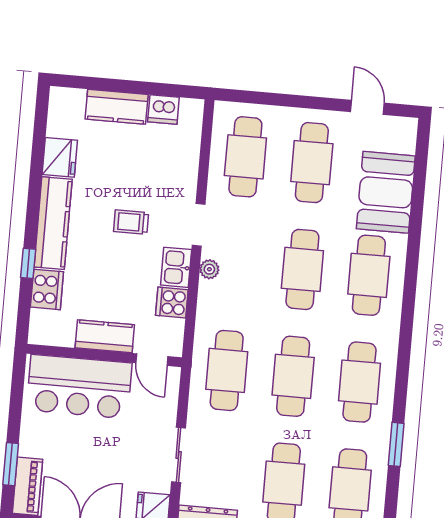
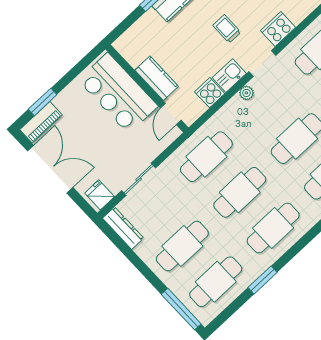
cooker: (47, 289) -> (278, 29), moved, turned 180

